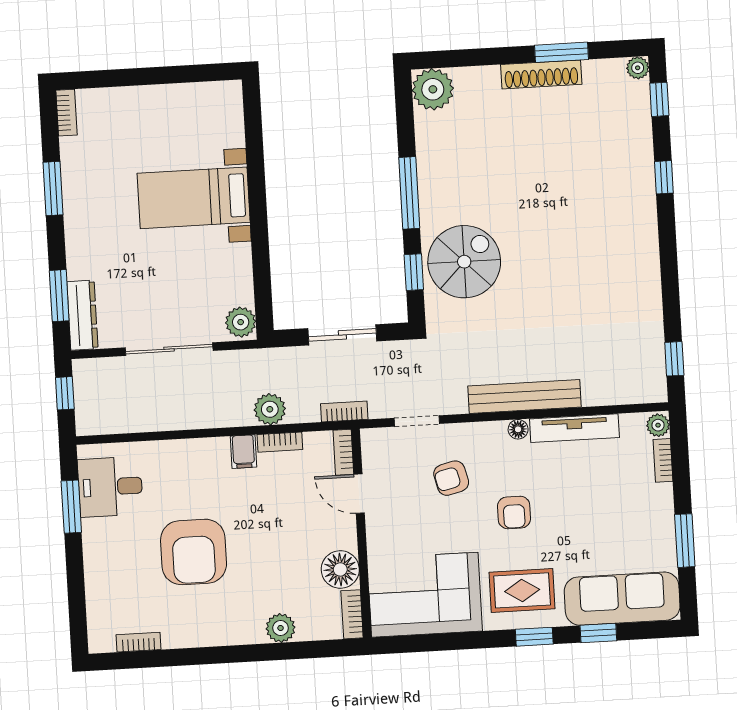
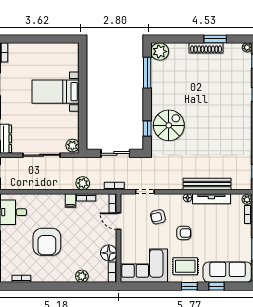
window: (409, 193) -> (147, 73), moved
bench: (525, 396) -> (207, 184), moved
armchair: (514, 512) -> (184, 233), turned -90

